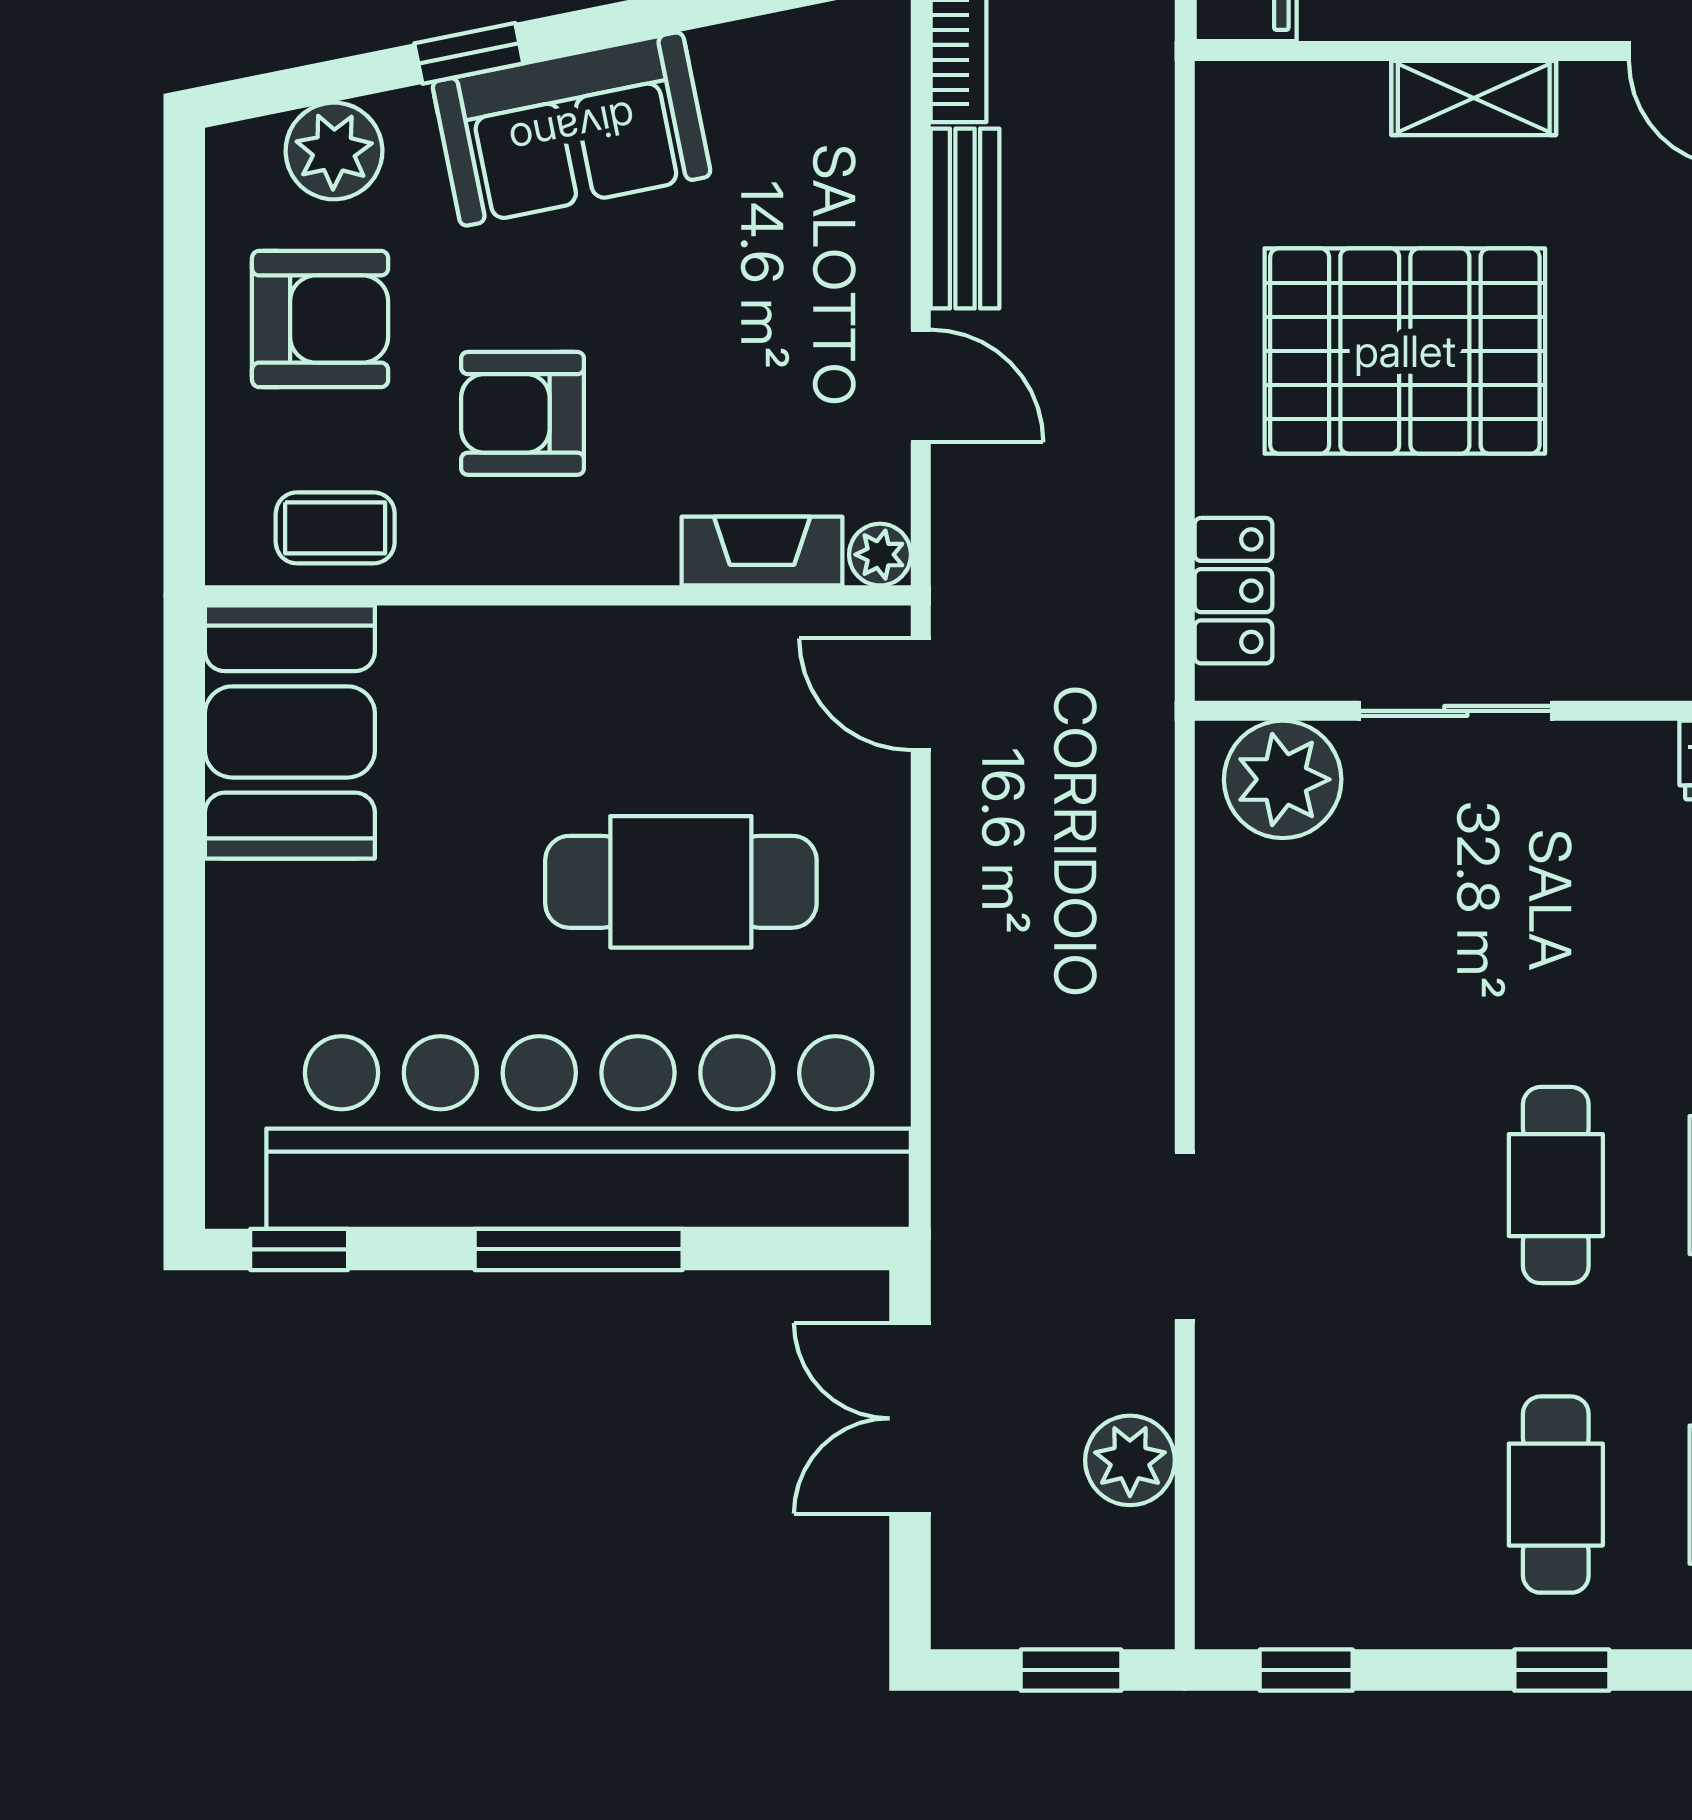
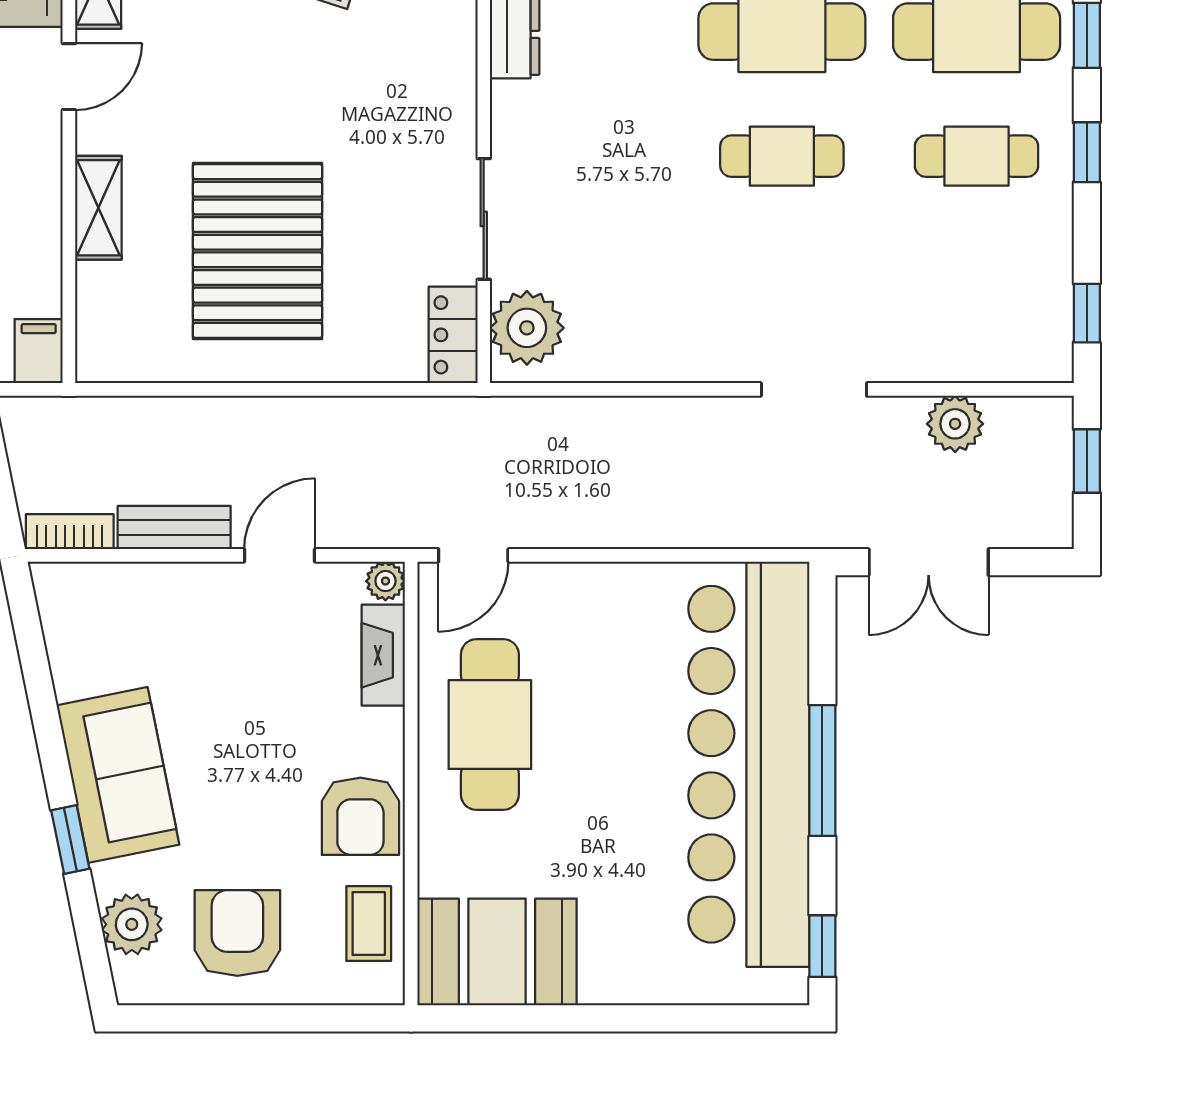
armchair: (523, 413) -> (360, 816), moved
locker: (1233, 591) -> (453, 335), moved, turned -90
cafe table: (681, 882) -> (490, 725), moved

